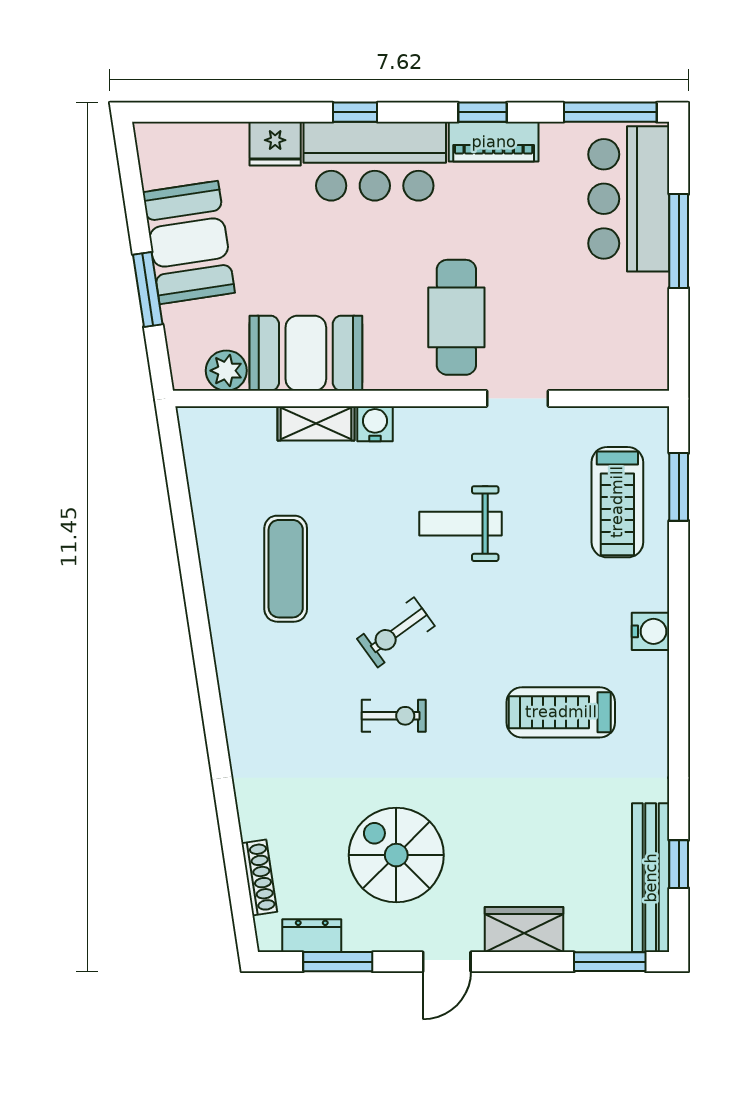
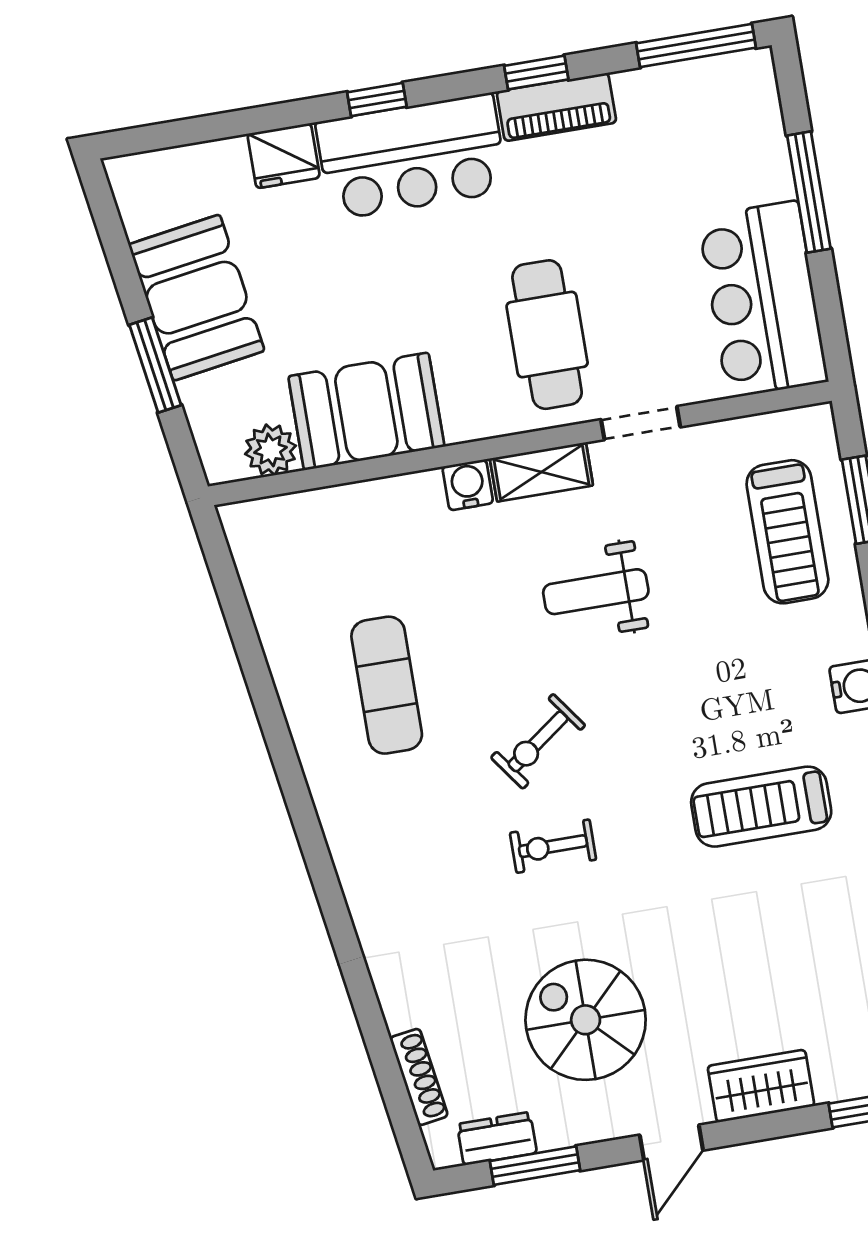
bar counter: (629, 199) -> (763, 299), moved
shelving: (316, 423) -> (541, 472), moved
exercise bike: (394, 716) -> (553, 846), turned 180

